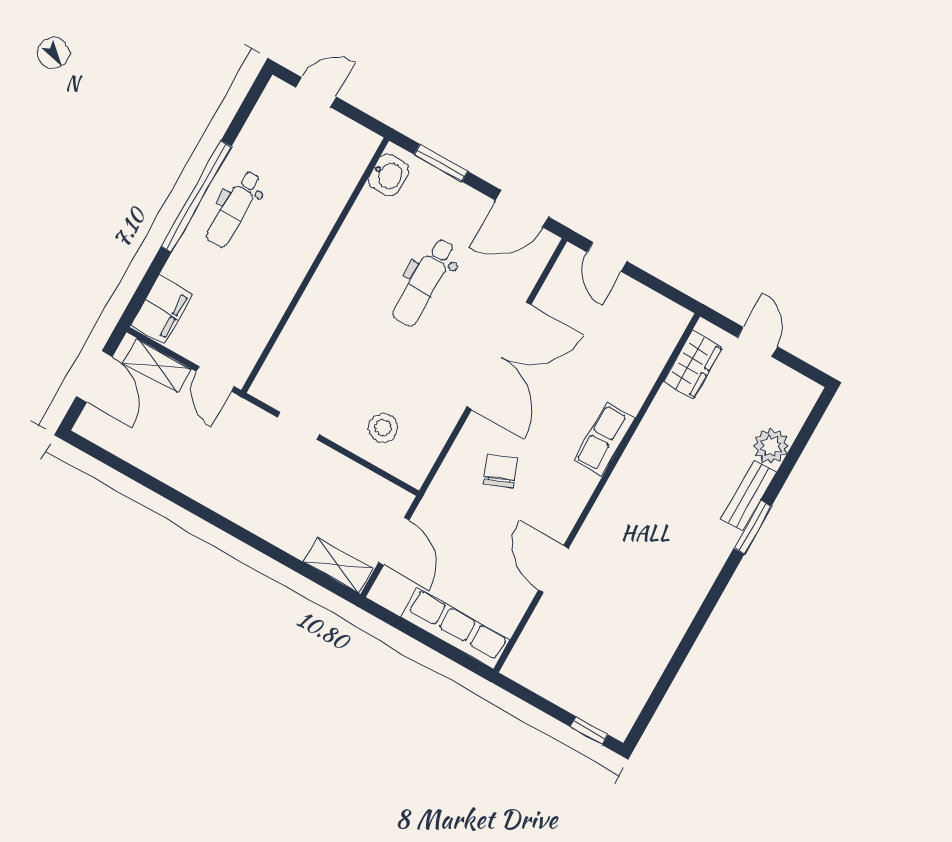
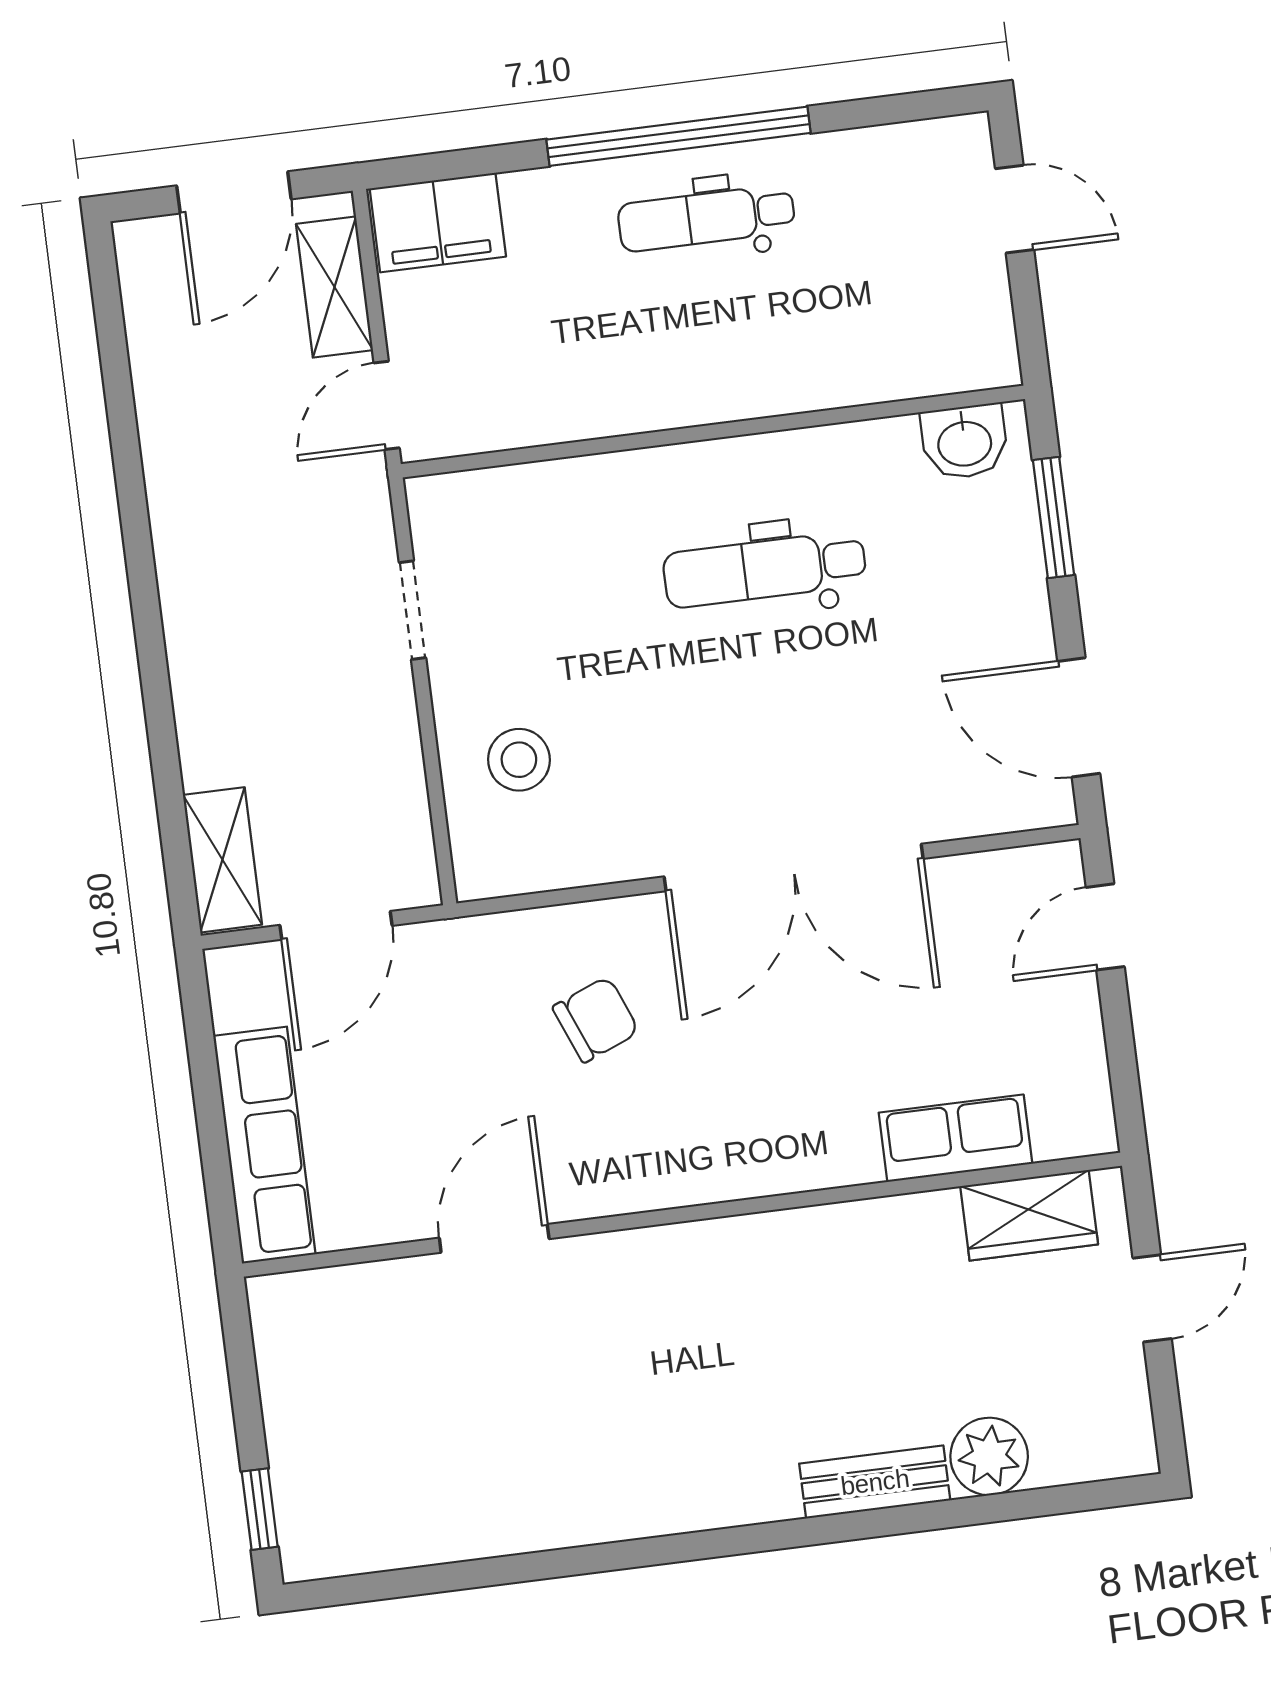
dental chair: (424, 282) -> (765, 569), moved
row of seats: (605, 440) -> (955, 1138), moved
window: (753, 527) -> (824, 1530), removed

